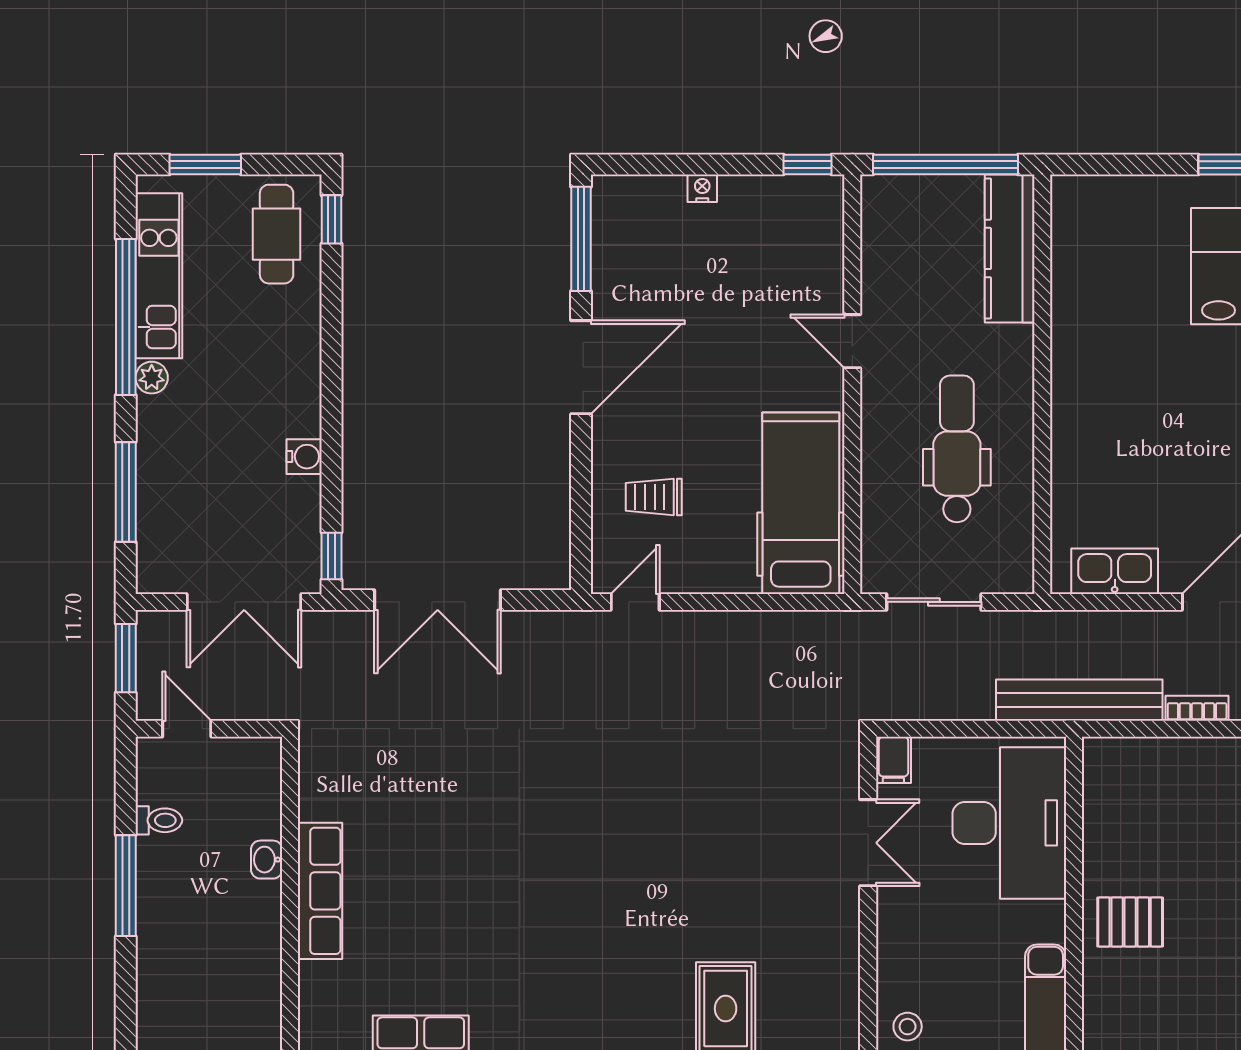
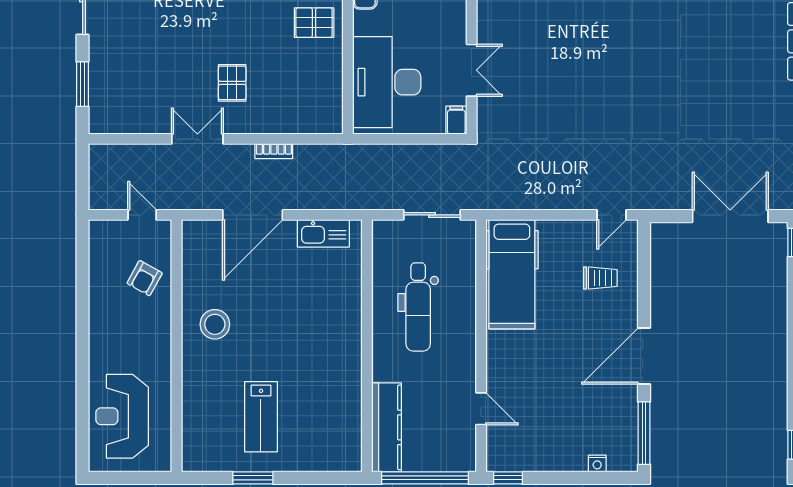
nightstand: (702, 188) -> (597, 464), moved
door: (852, 341) -> (481, 409), moved
bench: (1079, 700) -> (345, 156), removed
double door: (868, 843) -> (472, 70), swing flipped

